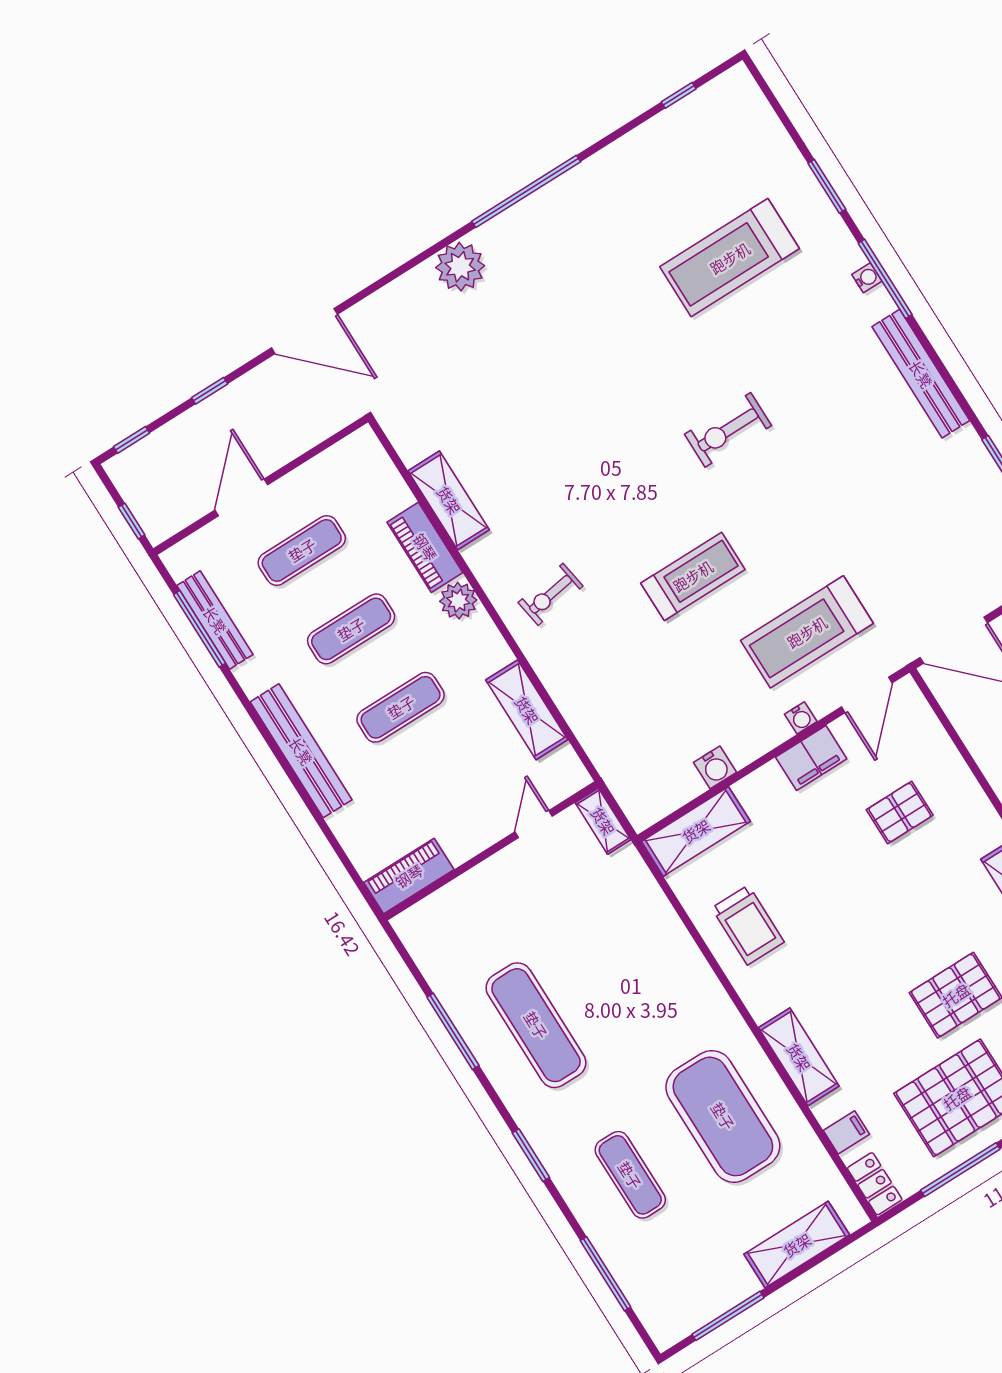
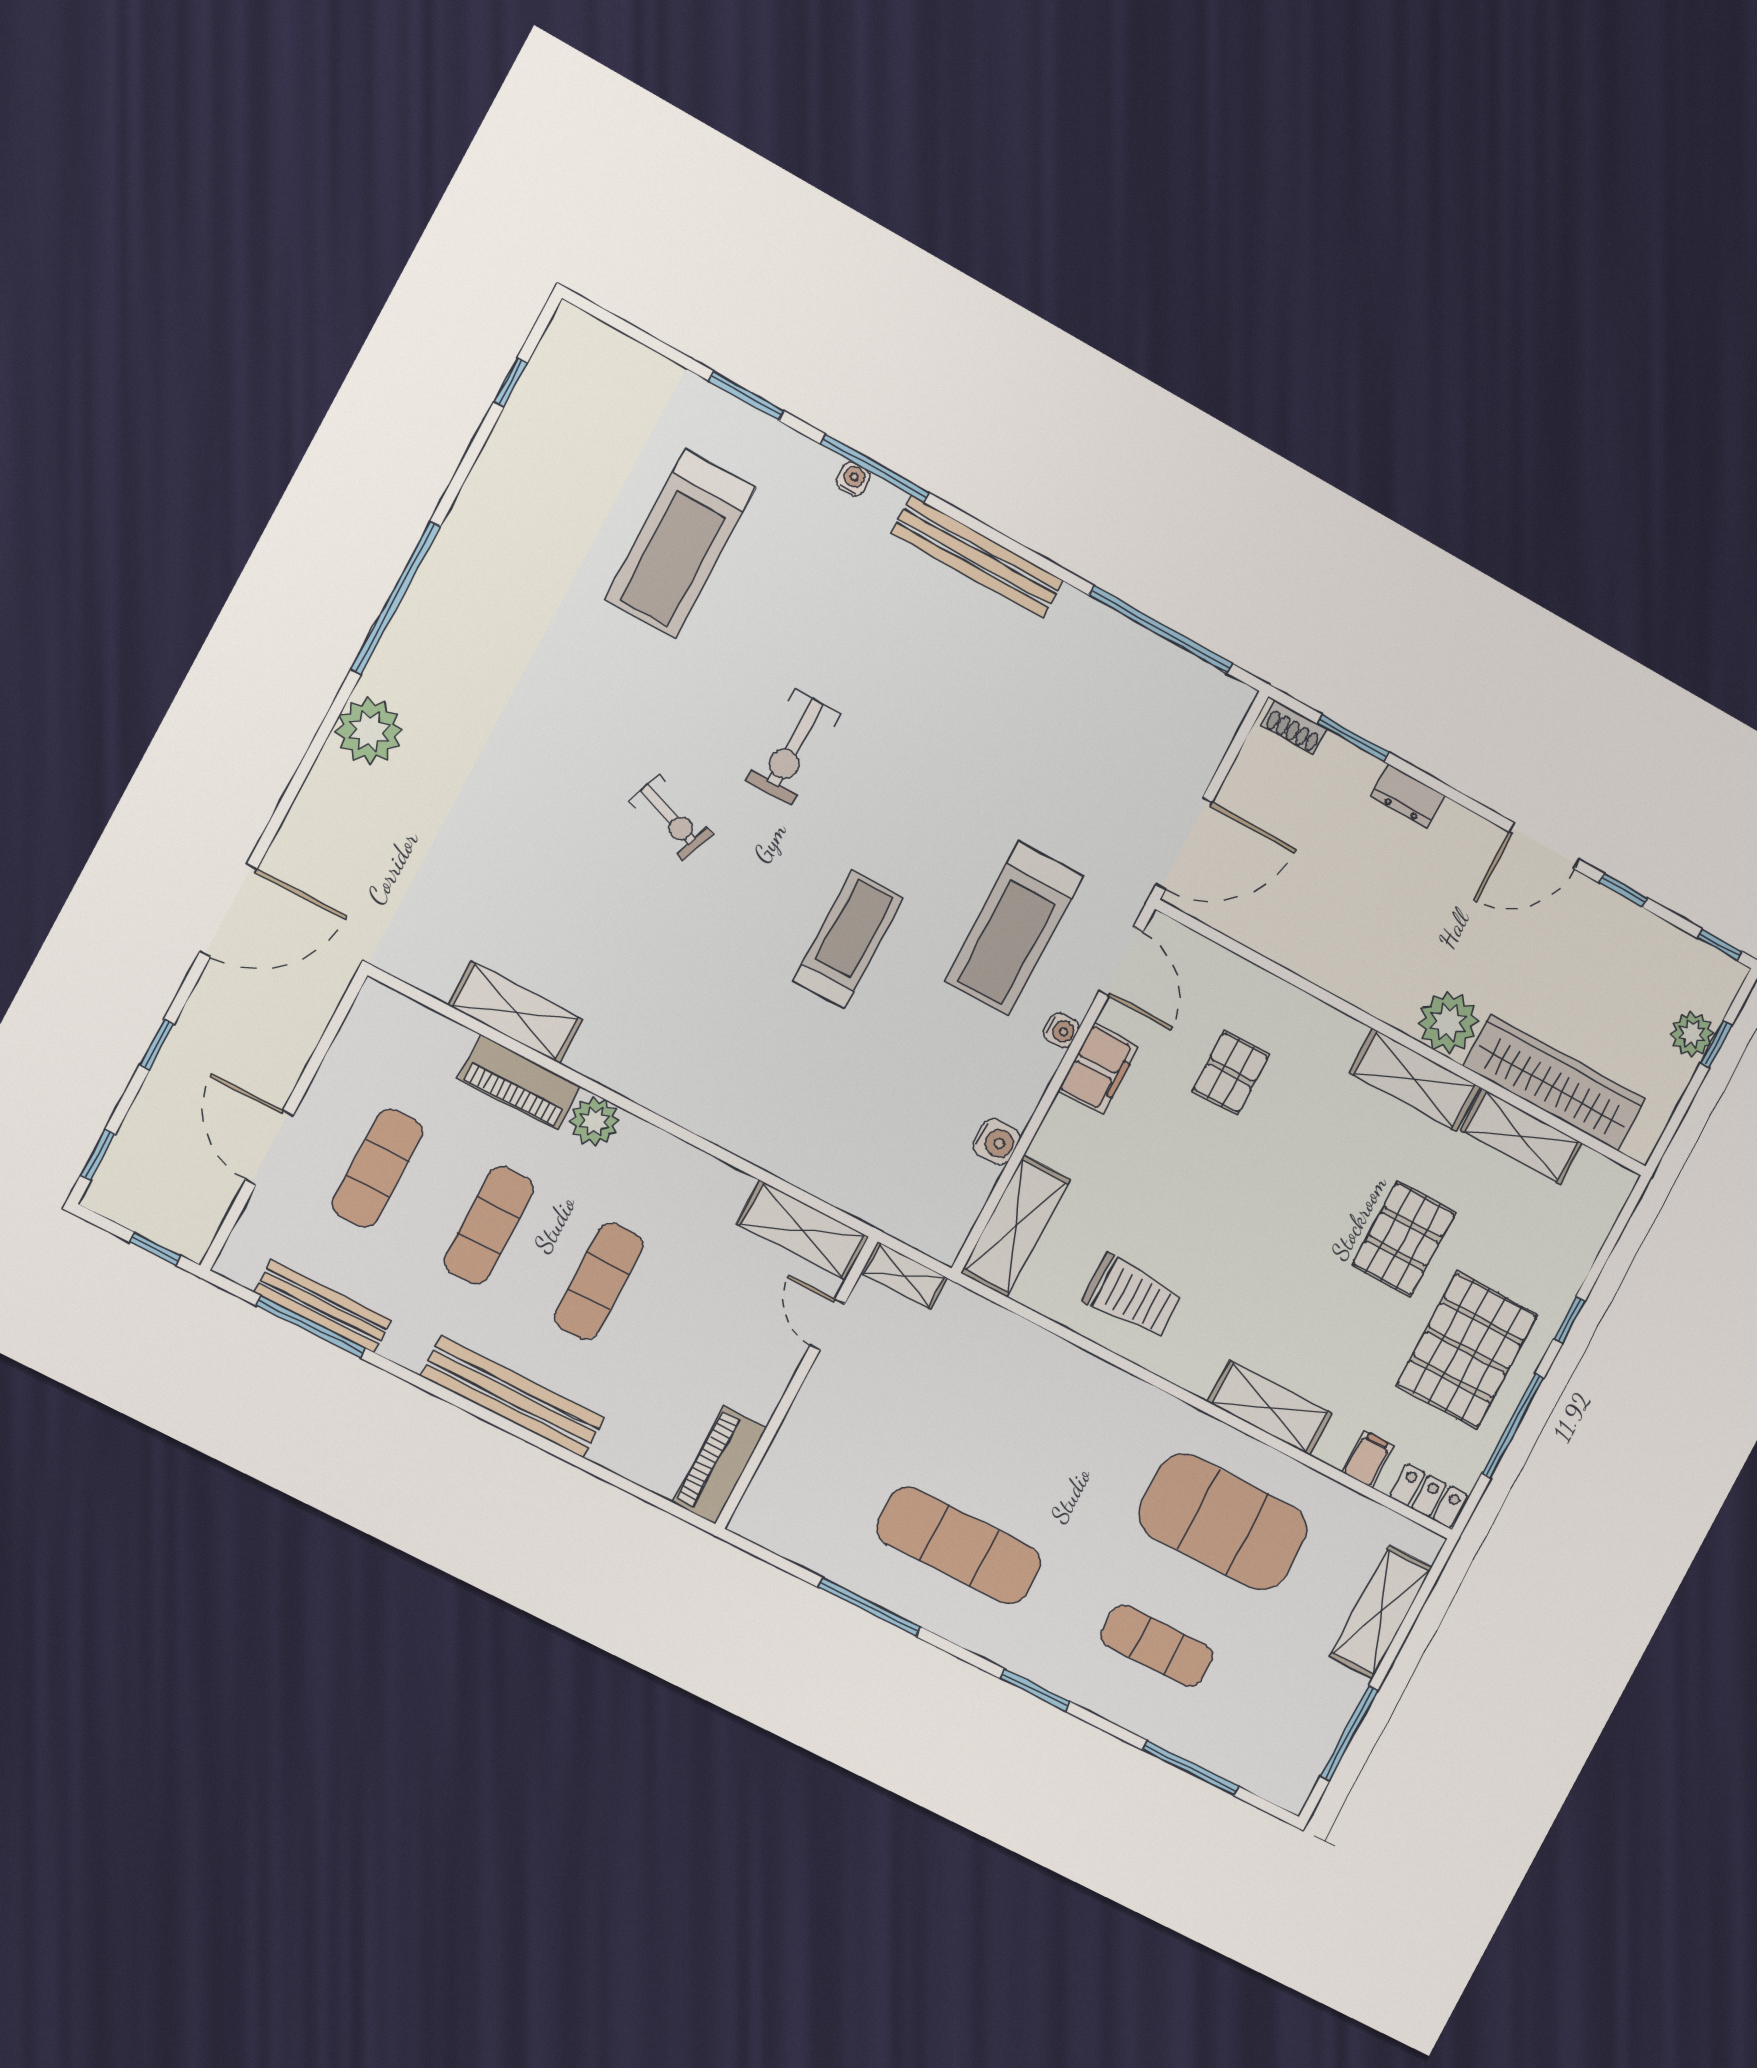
exercise bike: (551, 594) -> (671, 818), moved, turned -61
shelving: (527, 710) -> (803, 1230), moved

